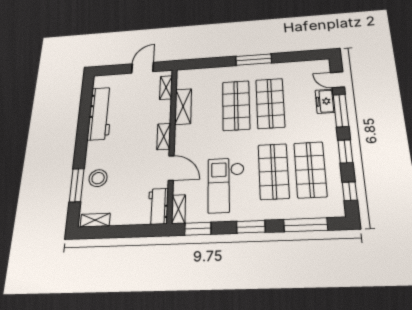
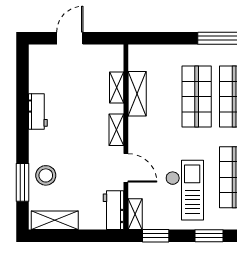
door: (143, 68) -> (70, 38), moved
shelving: (166, 88) -> (117, 88), moved
workbench: (100, 113) -> (38, 111), width x0.53, depth x0.76
checkout: (226, 185) -> (185, 190), turned 180
shelving: (95, 220) -> (55, 220), width x1.50, depth x1.33

